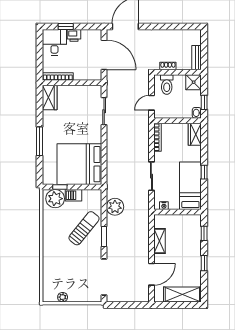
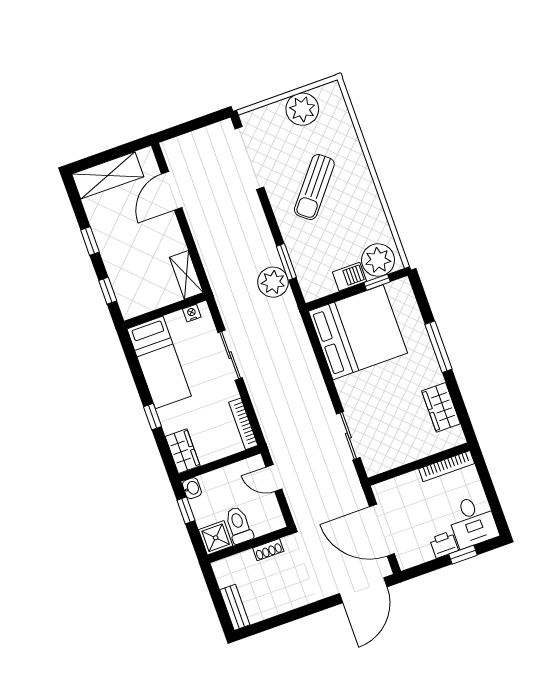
bench: (197, 58) -> (235, 607), moved
toilet: (167, 84) -> (239, 525), moved
wardrobe: (50, 98) -> (441, 407), moved
door: (151, 103) -> (274, 478), swing flipped
window: (204, 172) -> (153, 417), moved
sun lounger: (84, 228) -> (314, 187), moved
window: (104, 237) -> (286, 262), moved
shelving: (160, 241) -> (186, 275), moved
plant: (63, 297) -> (302, 109), width x1.88, depth x1.88

